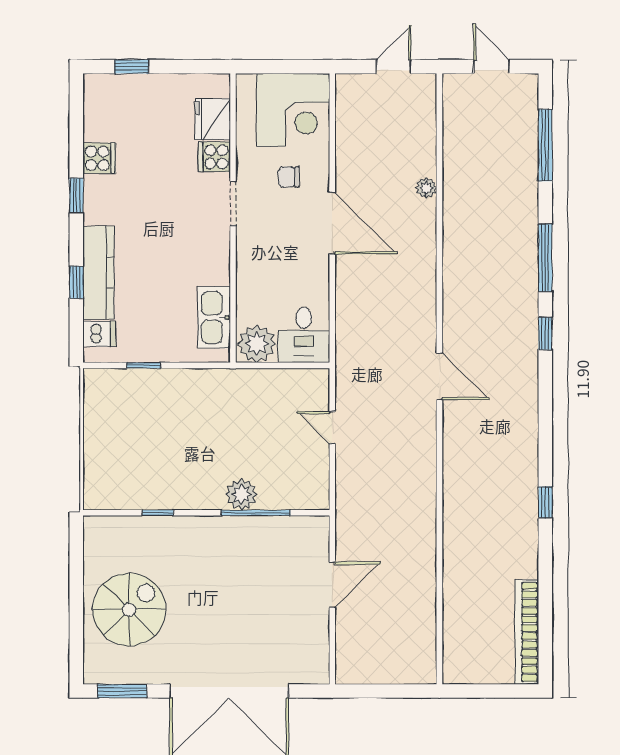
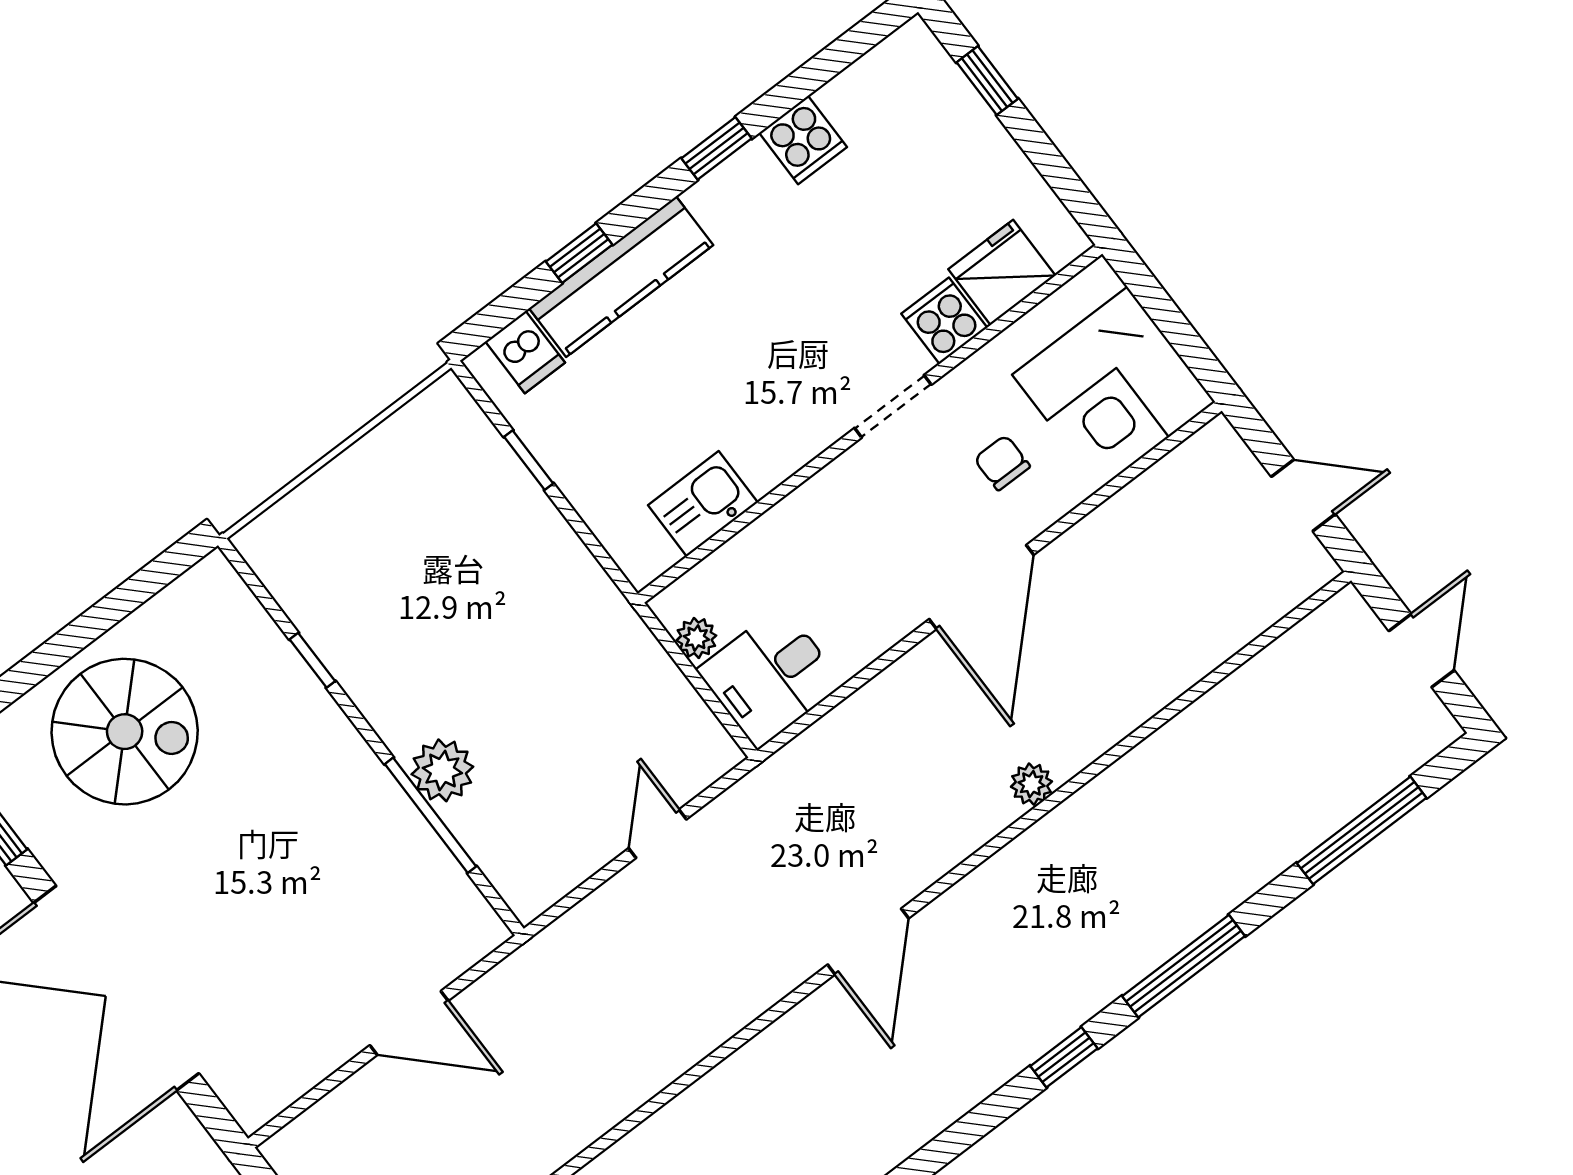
plant: (426, 188) -> (1032, 784), moved
kitchen sink: (214, 317) -> (703, 504), width x0.73
plant: (257, 344) -> (696, 638), width x0.53, depth x0.53

